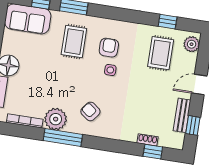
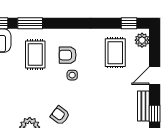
window: (168, 22) -> (129, 23), moved
armchair: (109, 48) -> (68, 55), turned -90

